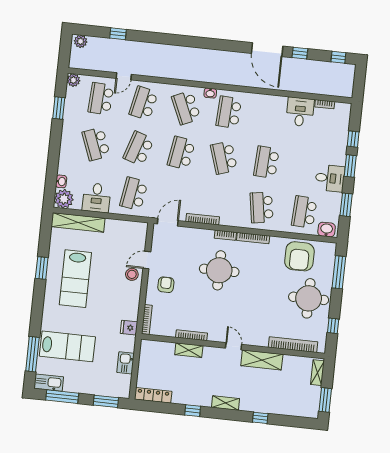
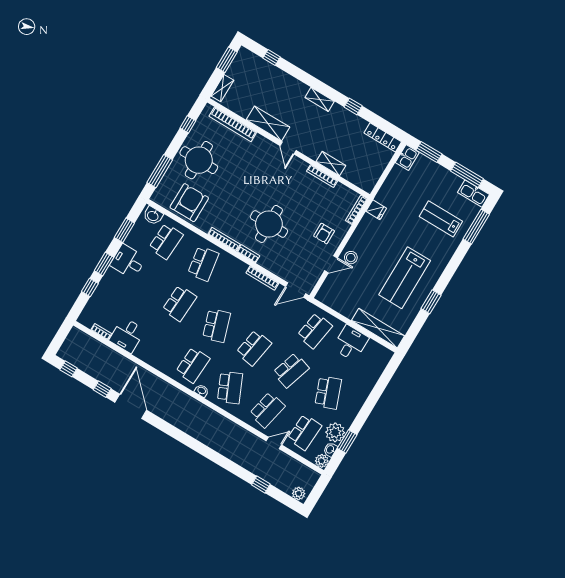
washbasin: (61, 181) -> (330, 450), moved
plant: (64, 199) -> (335, 432), moved
lab bench: (75, 279) -> (405, 278), turned 180
lab bench: (67, 346) -> (441, 219), width x0.73, depth x0.72
kitchen sink: (126, 363) -> (407, 157), moved
window: (260, 418) -> (272, 57), moved

